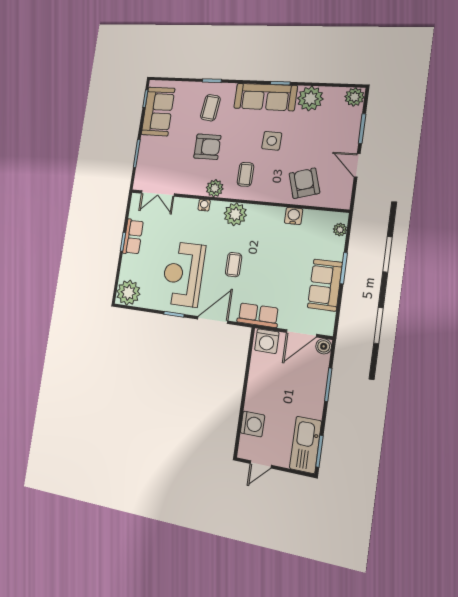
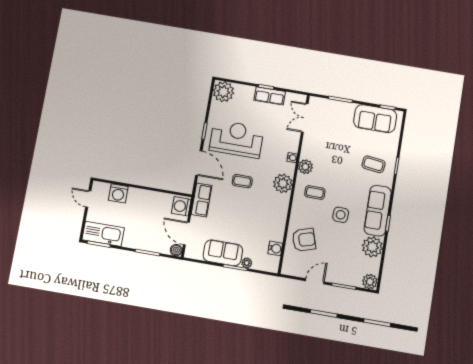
armchair: (207, 147) -> (341, 161), removed
water cooler: (294, 216) -> (275, 248), moved
plant: (340, 230) -> (247, 263), moved

